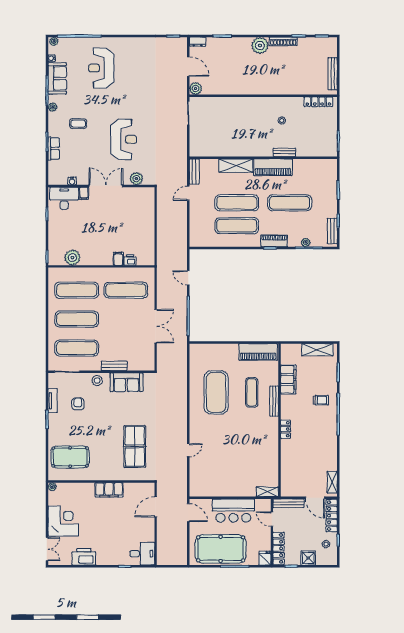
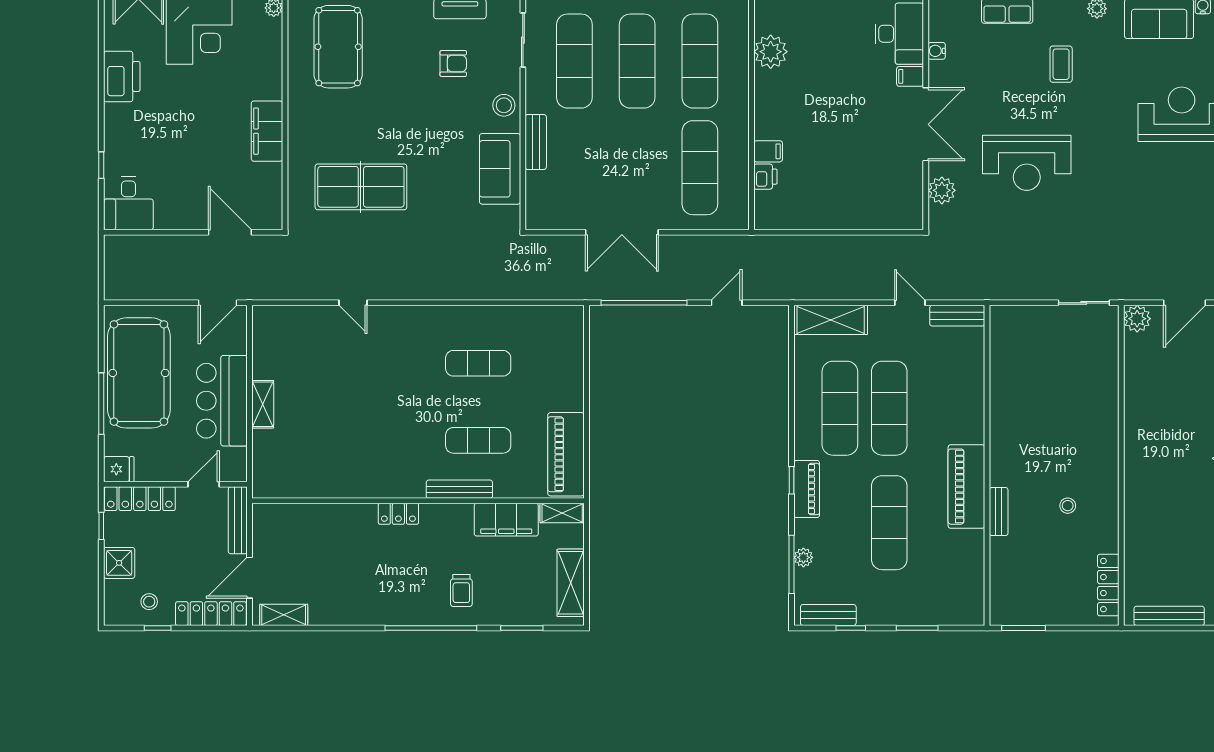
shelving: (236, 166) -> (831, 320), moved, turned 90
shelving: (285, 354) -> (562, 513), added
exercise mat: (216, 392) -> (478, 363), width x0.50, depth x0.69
shelving: (267, 492) -> (263, 404), moved

